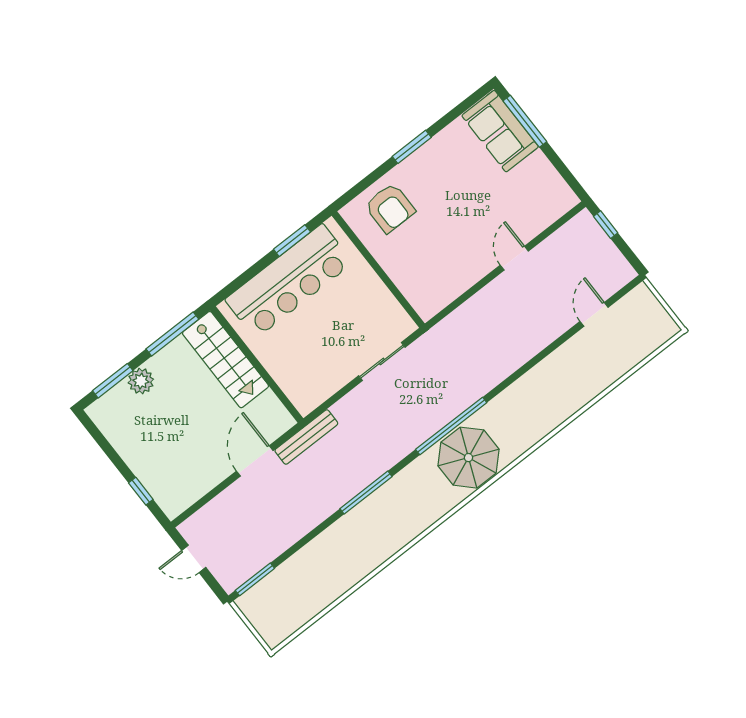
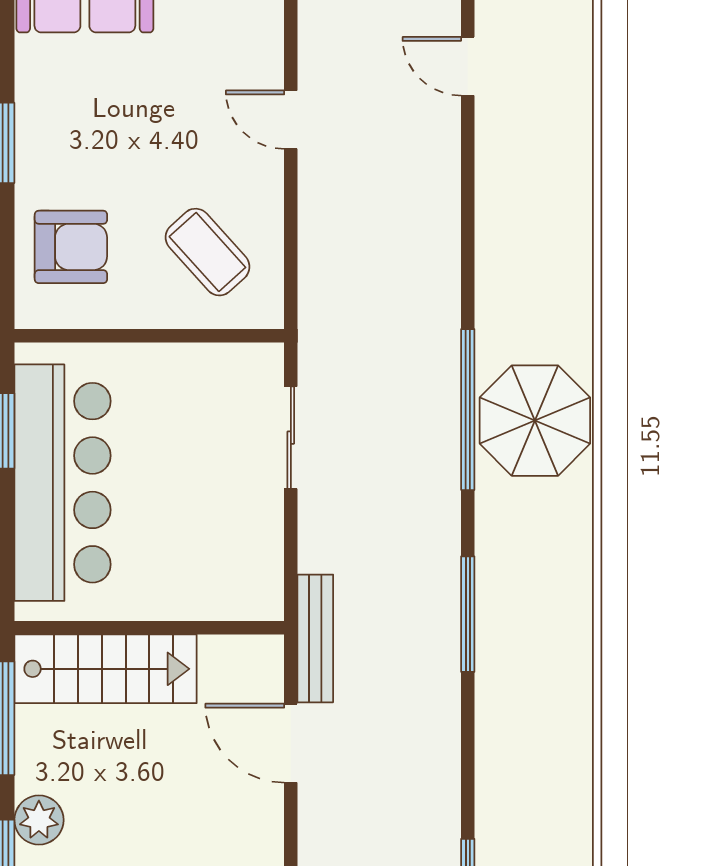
coffee table: (432, 266) -> (207, 252), added

